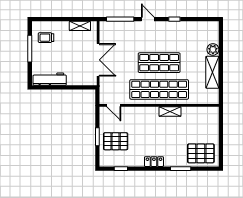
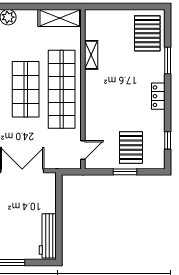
shelving: (212, 72) -> (60, 18), moved
shelving: (170, 111) -> (91, 55), moved

